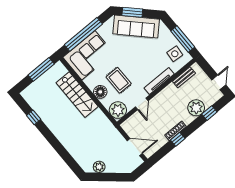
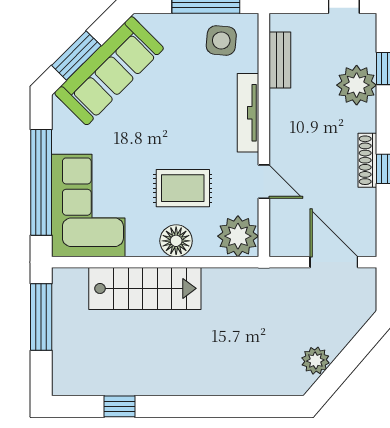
door: (135, 147) -> (334, 262), hinge flipped

